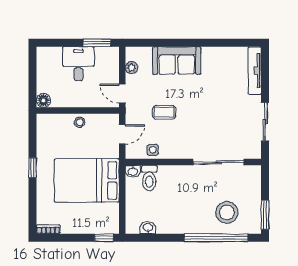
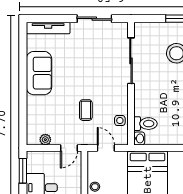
sofa: (177, 61) -> (39, 73), moved

